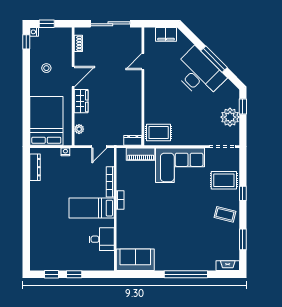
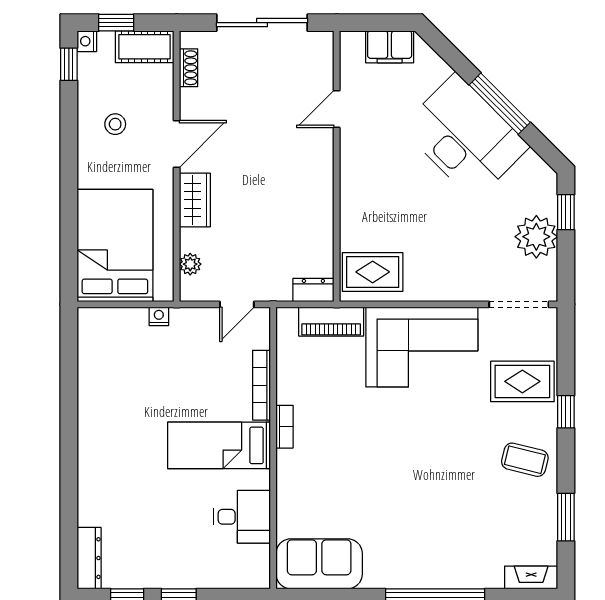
cot: (59, 34) -> (145, 47), added
dresser: (35, 167) -> (89, 558), moved

